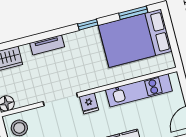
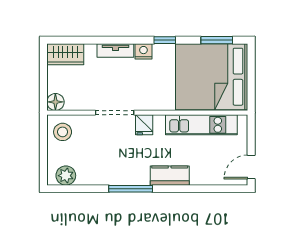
bed: (135, 38) -> (212, 77), width x1.36
nightstand: (72, 39) -> (143, 51), added

